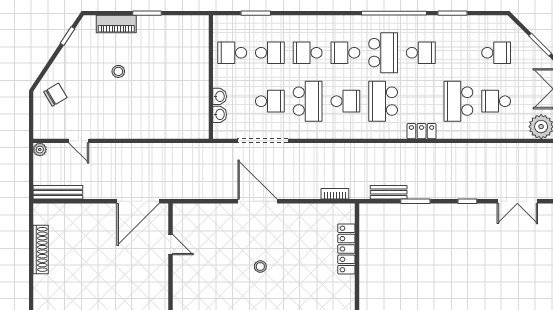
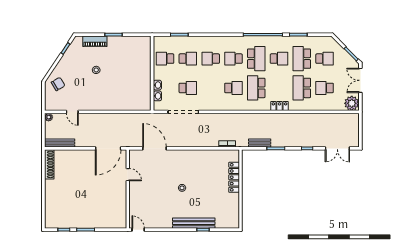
school desk: (308, 101) -> (302, 59), moved, turned 180
door: (257, 201) -> (155, 148), moved
shoe rack: (41, 249) -> (49, 164), moved

